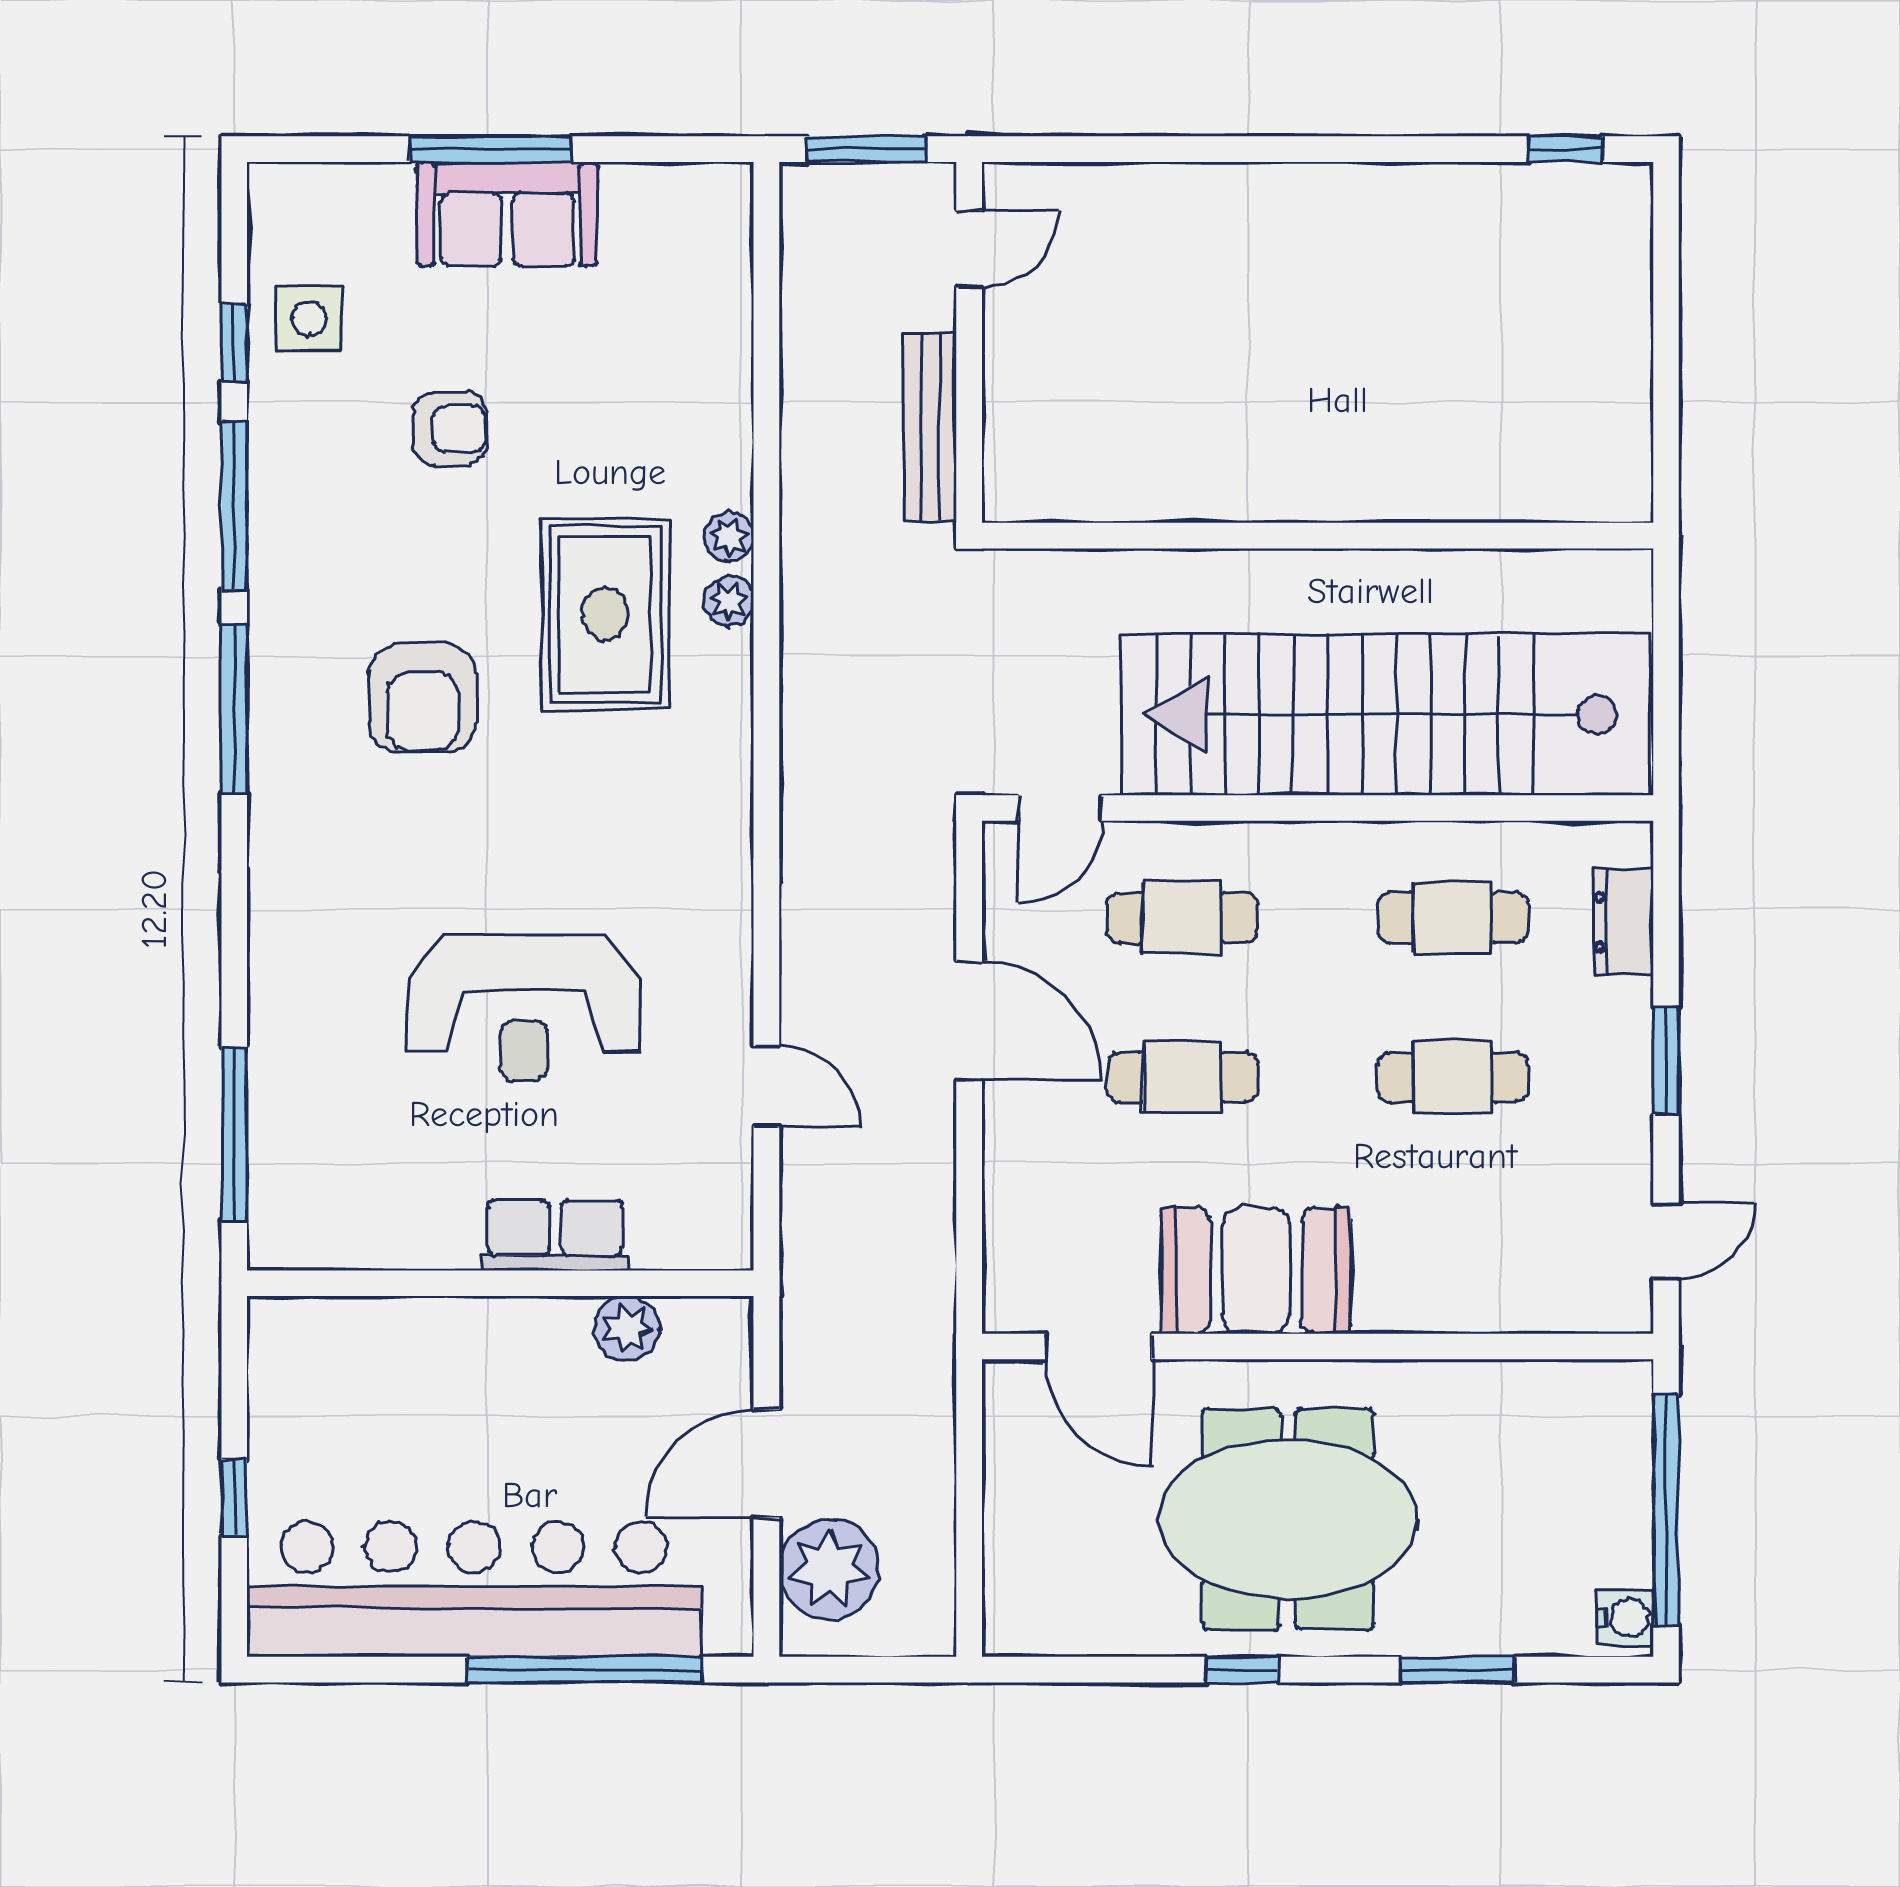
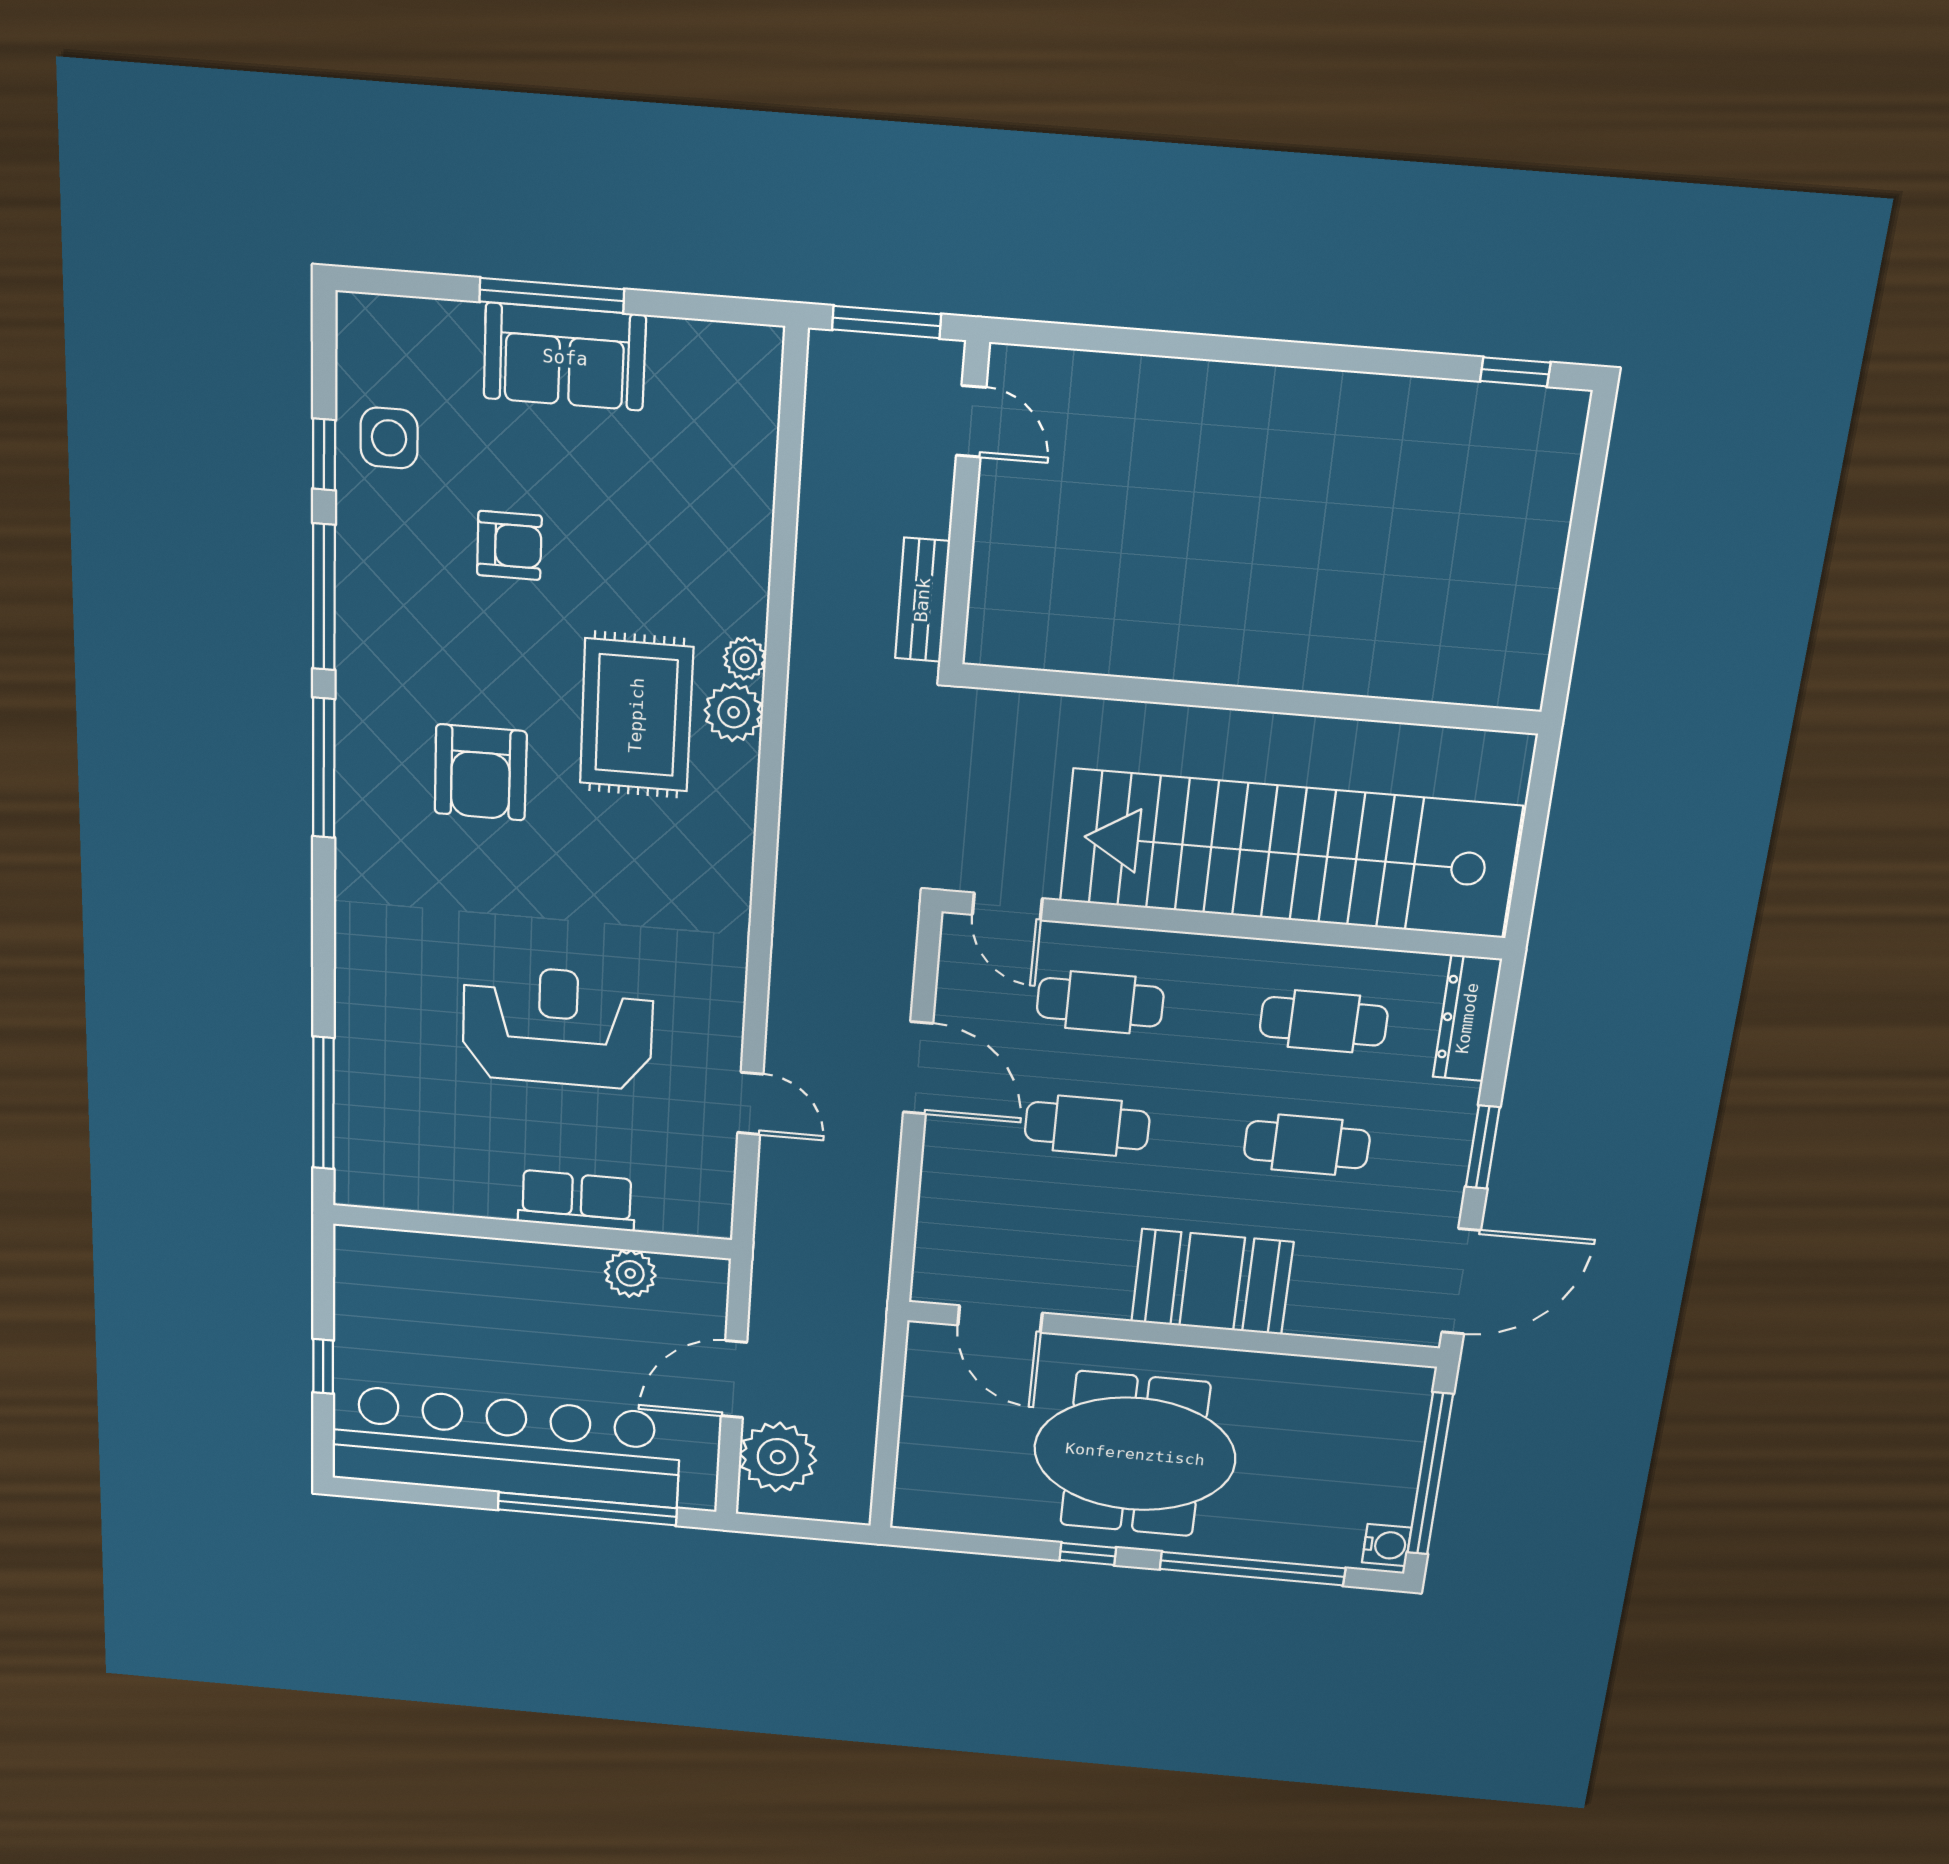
door: (969, 249) -> (971, 421), hinge flipped
bench: (930, 427) -> (922, 600), width x0.73
plant: (729, 601) -> (734, 712), width x1.38, depth x1.38
door: (1060, 808) -> (1007, 907), hinge flipped
dresser: (1623, 922) -> (1467, 1018), width x1.44
reception desk: (524, 1008) -> (557, 1027), turned 180
door: (1666, 1240) -> (1461, 1281), width x1.87
booth: (1256, 1270) -> (1212, 1282), moved
window: (1457, 1670) -> (1252, 1569), width x2.11

